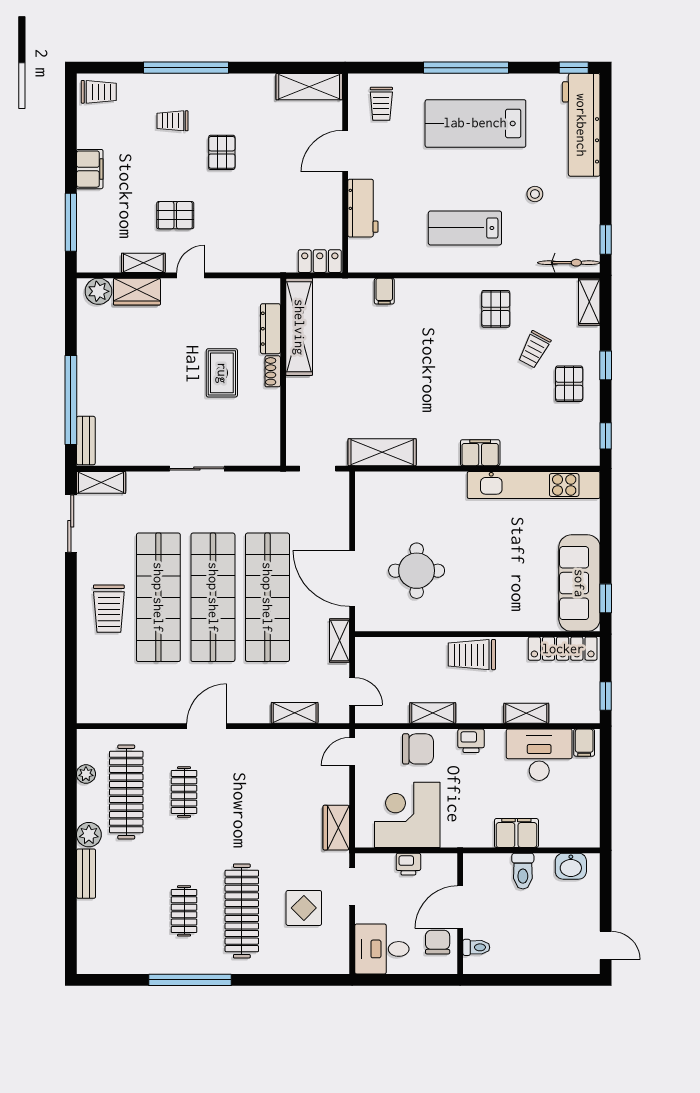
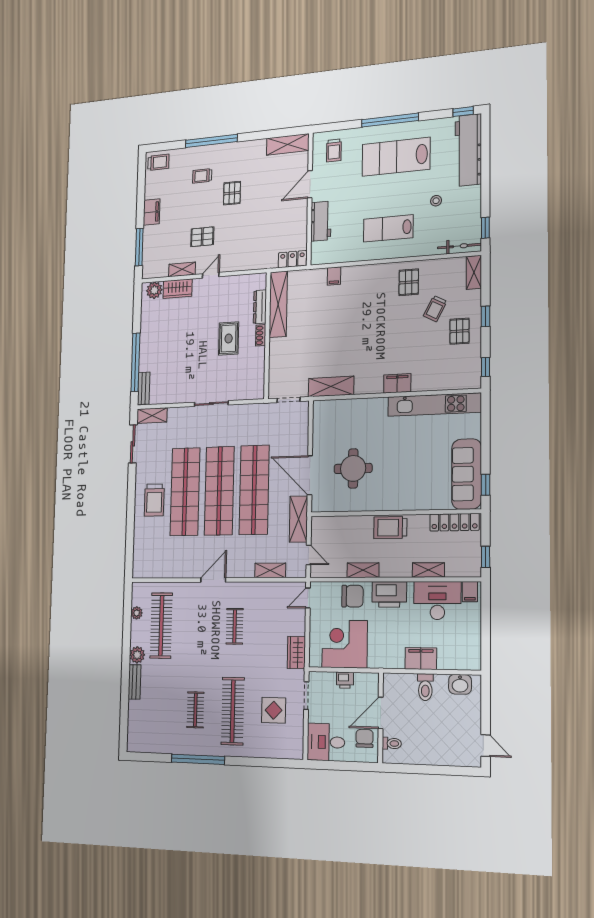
shelving: (339, 641) -> (299, 519), width x1.50, depth x1.33
printer: (471, 741) -> (389, 594), width x1.87, depth x1.48
clothes rail: (184, 792) -> (235, 626), moved

